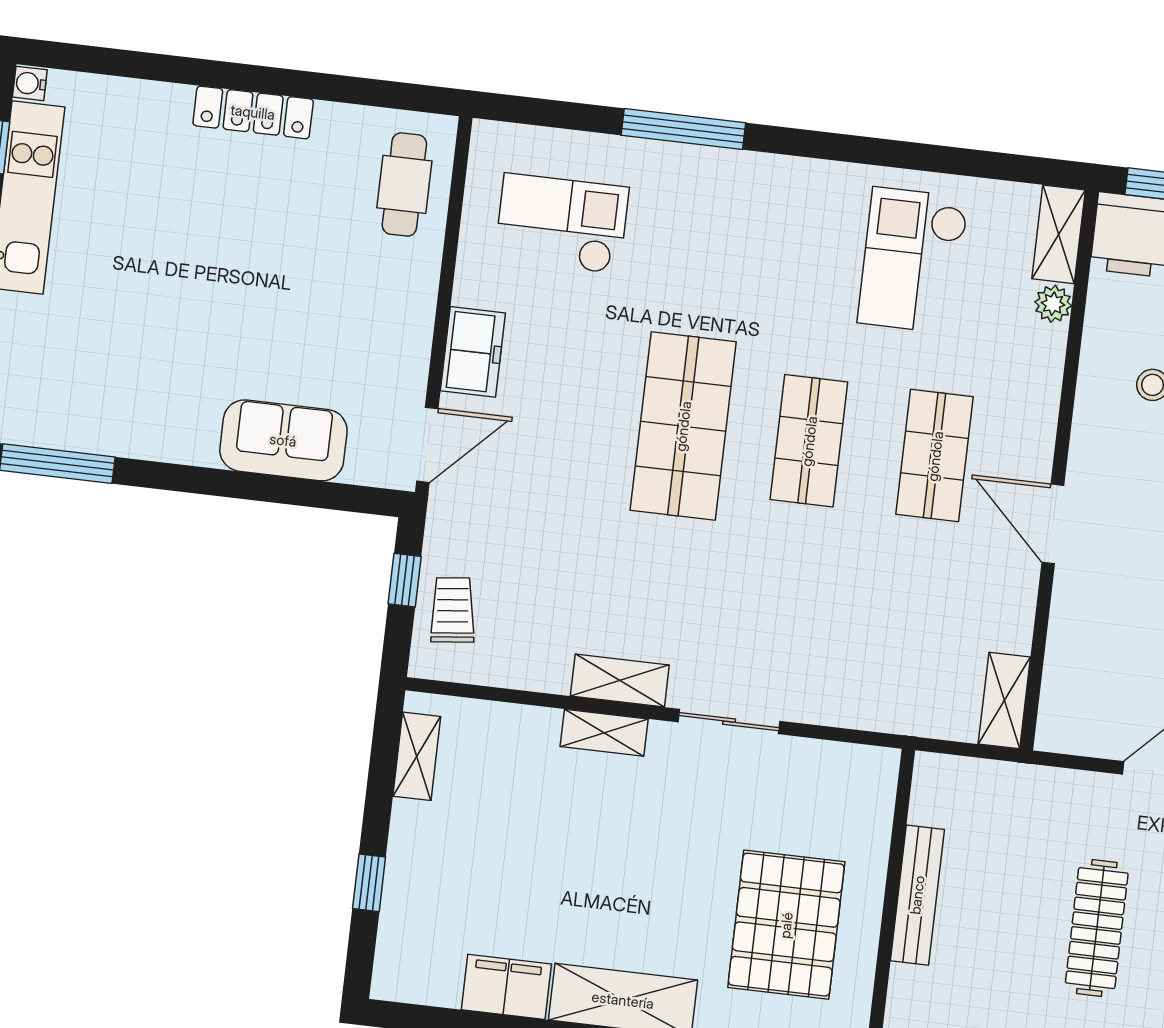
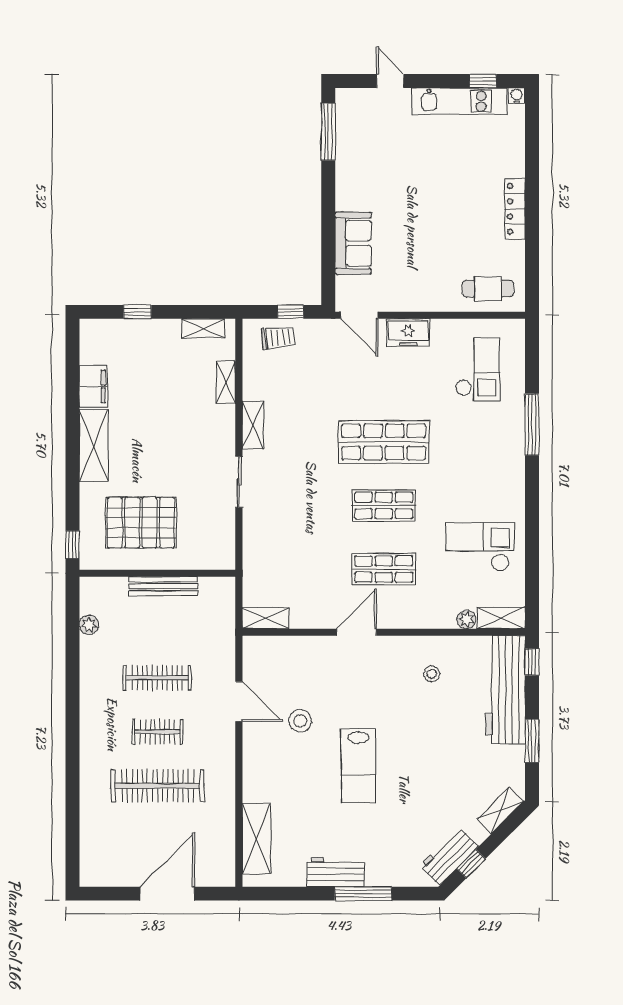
shelving: (604, 733) -> (226, 382), moved

